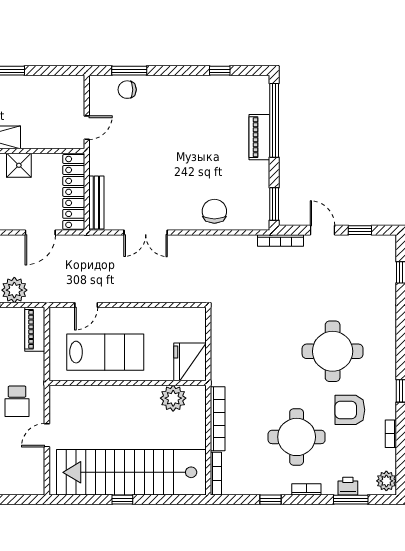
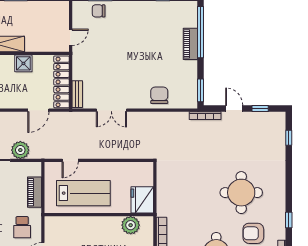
bench: (96, 203) -> (77, 94), width x0.73
piano: (35, 329) -> (35, 192), moved

